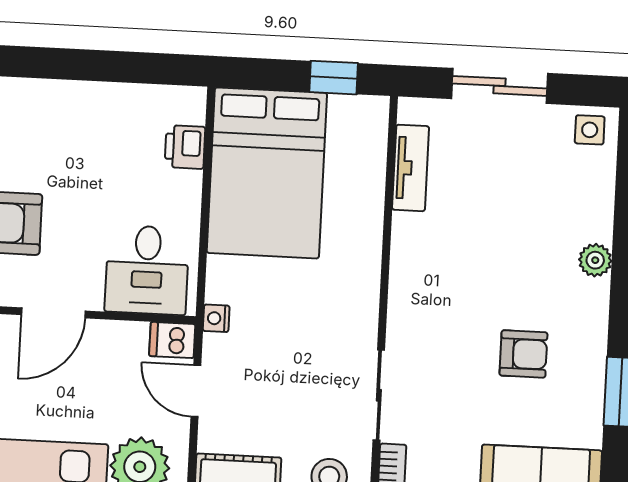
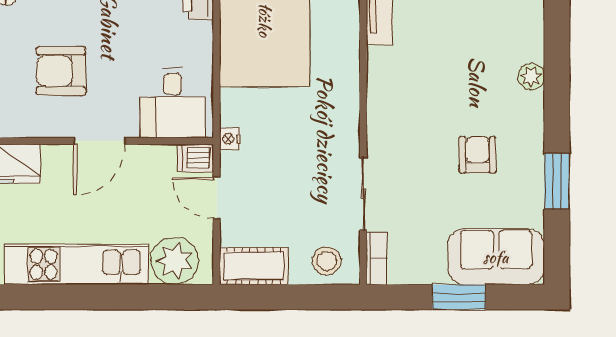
armchair: (523, 354) -> (477, 155), turned -90

